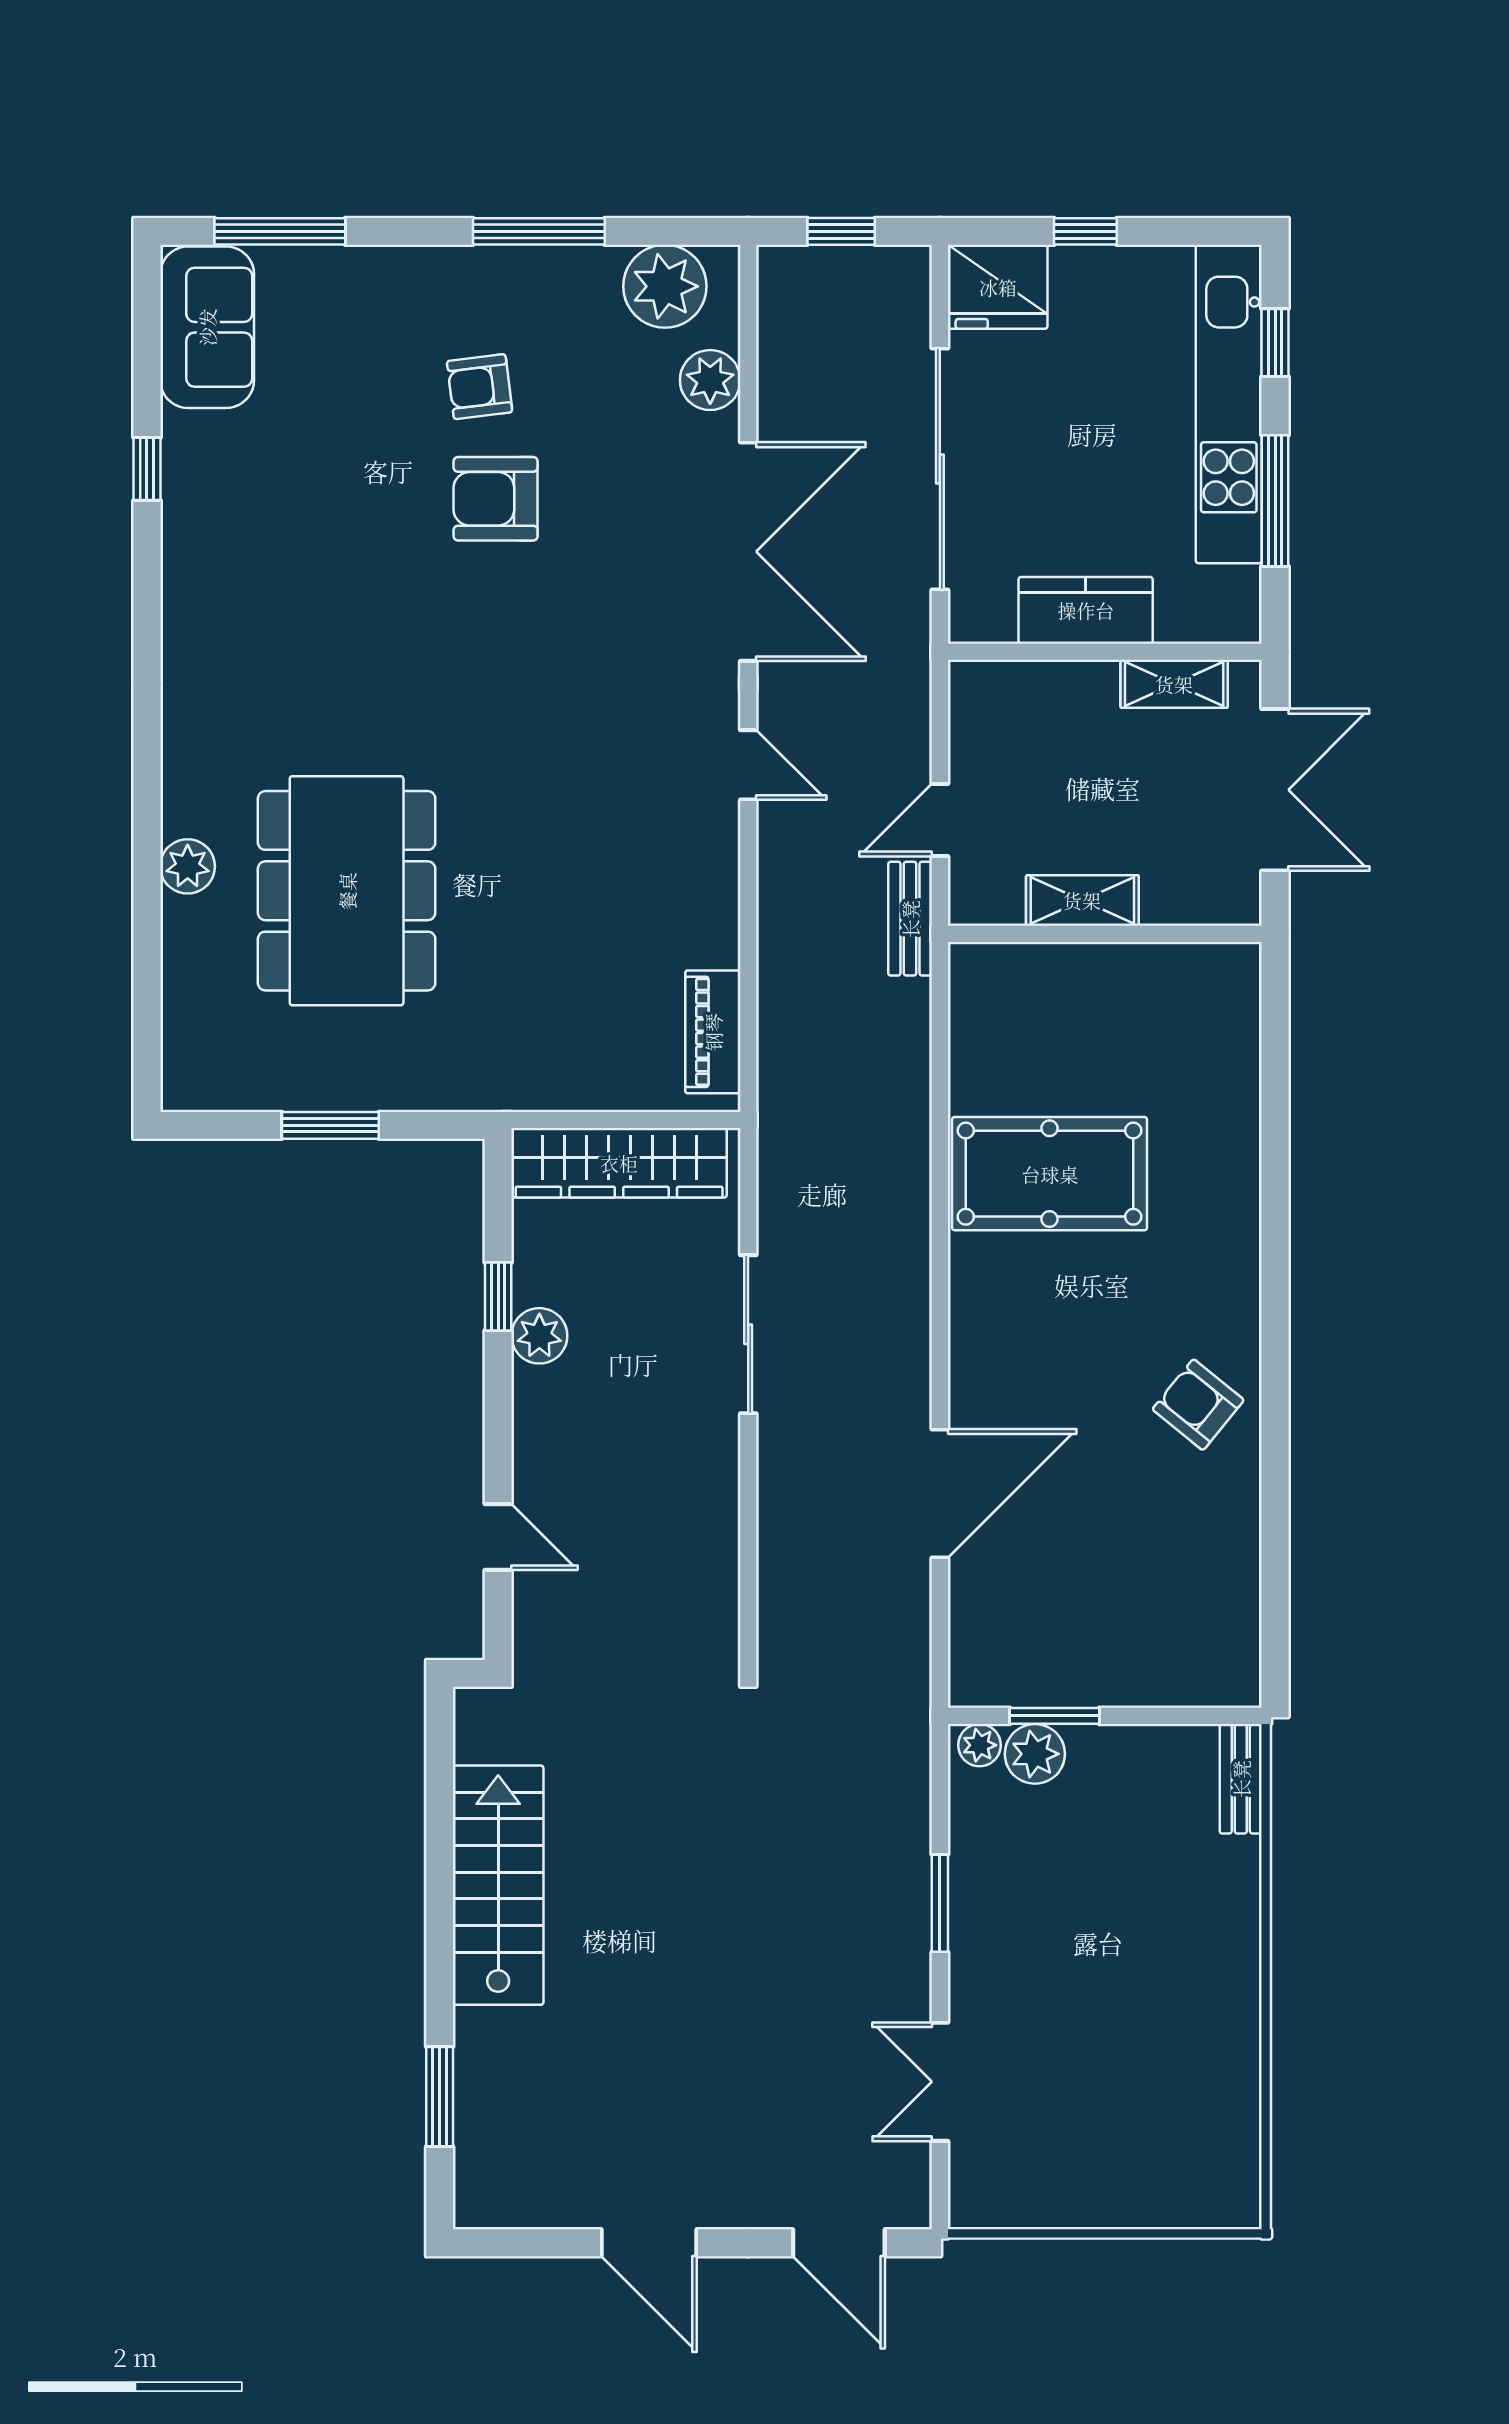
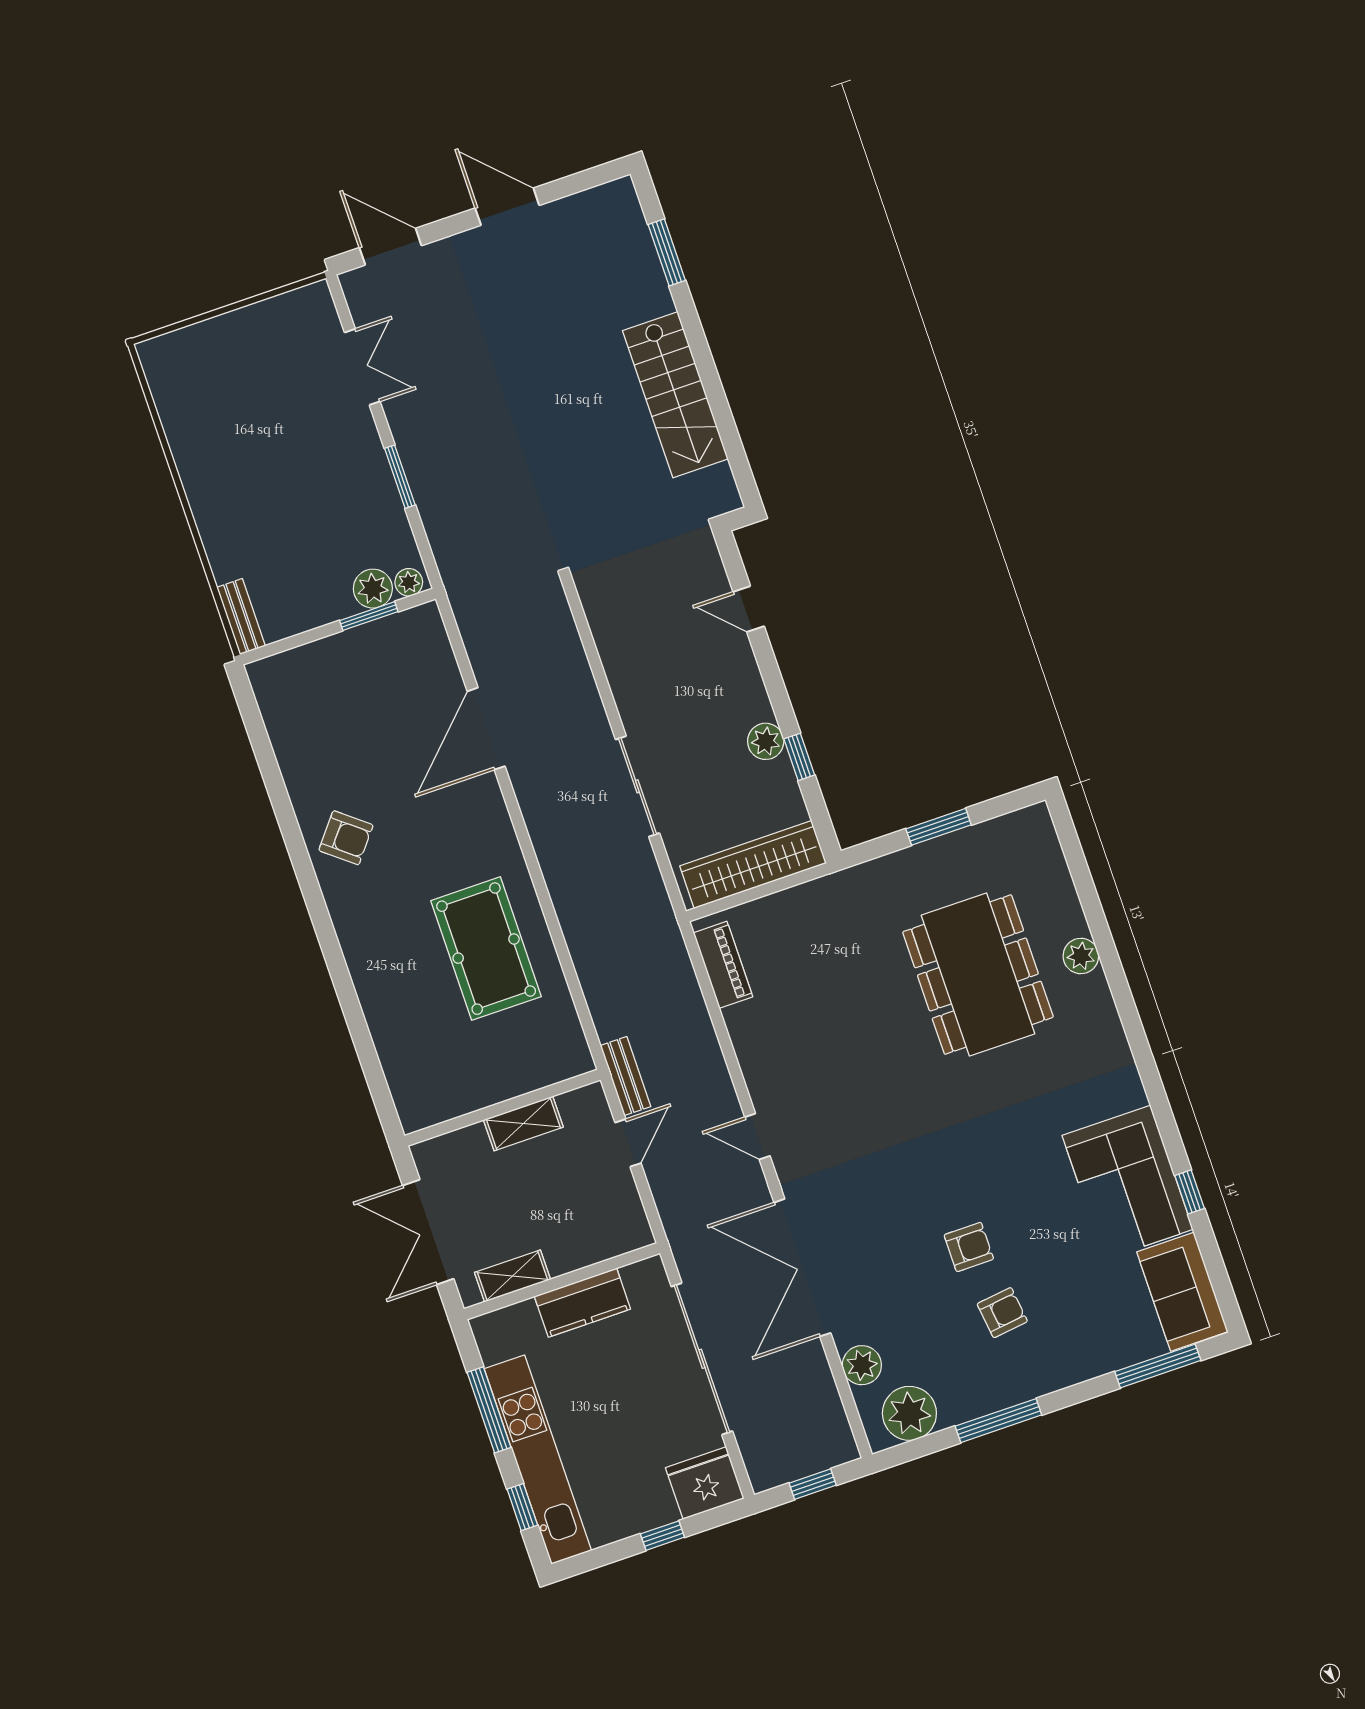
armchair: (496, 499) -> (969, 1247), width x0.72, depth x0.72
corner sofa: (232, 514) -> (1128, 1182), added
pool table: (1050, 1174) -> (486, 949), turned 90

